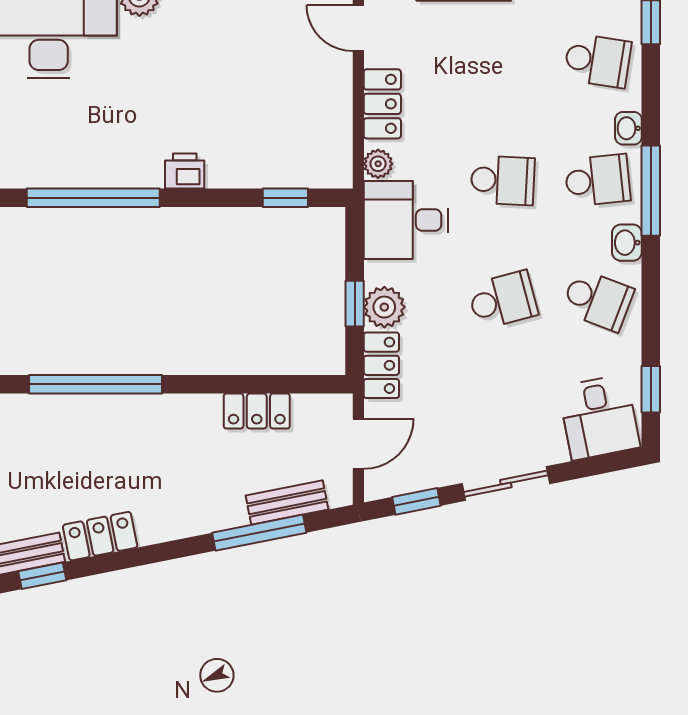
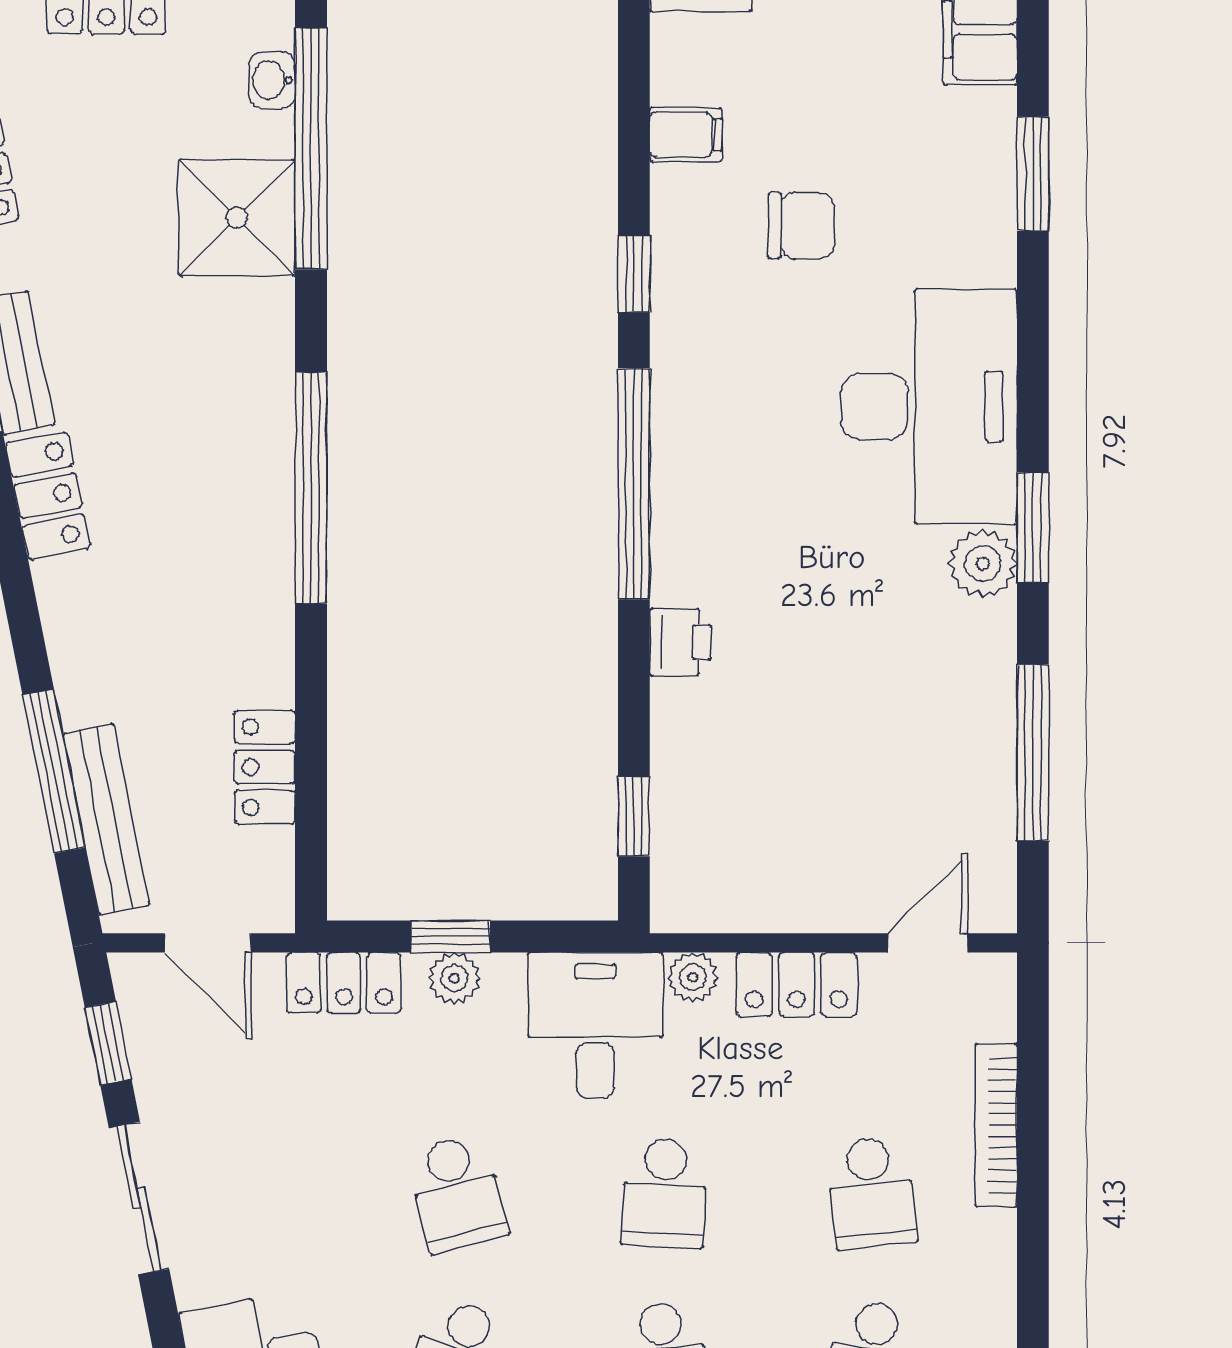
school desk: (503, 61) -> (872, 1193), added
plant: (384, 307) -> (454, 978), width x0.73, depth x0.73
bench: (287, 503) -> (106, 819), width x1.36

